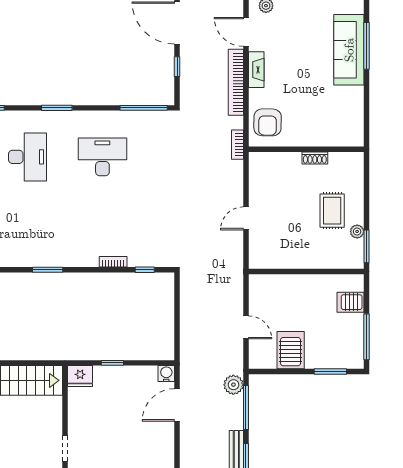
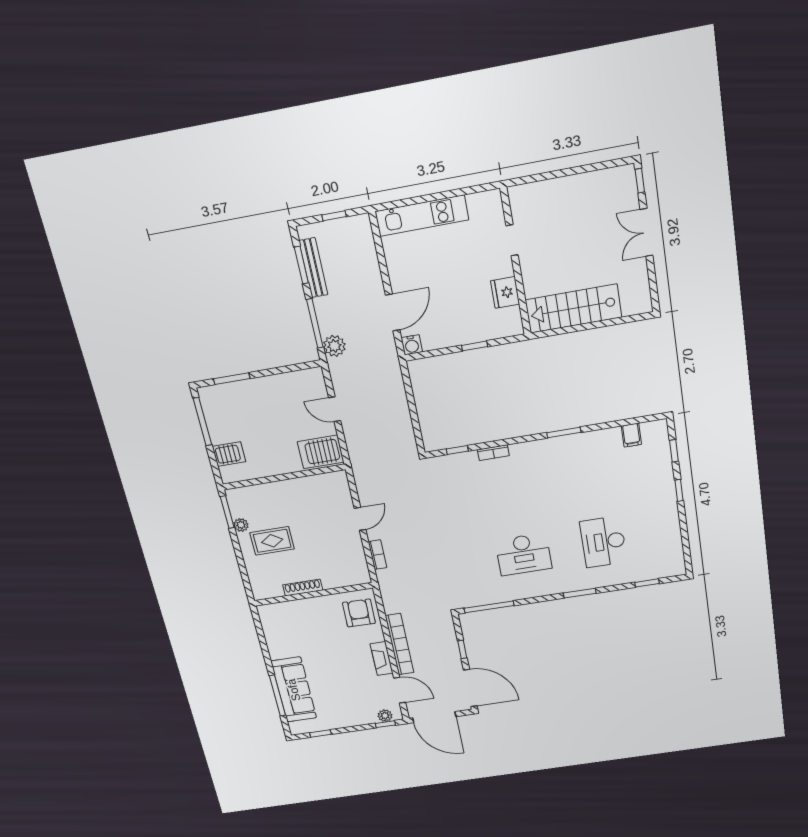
bookcase: (237, 145) -> (377, 555), moved
shoe rack: (315, 158) -> (303, 588), width x1.43
rug: (332, 211) -> (272, 541), turned 90
server rack: (291, 350) -> (321, 452), moved, turned 90
fridge: (80, 376) -> (505, 292), moved, turned -90

